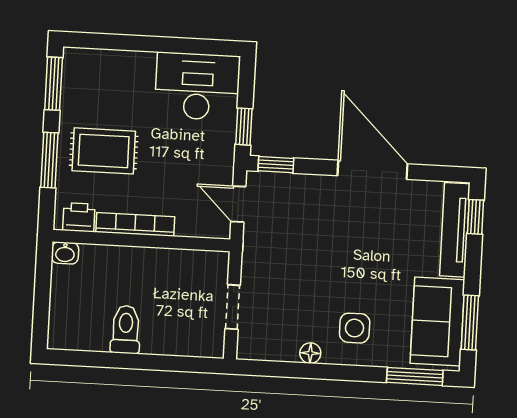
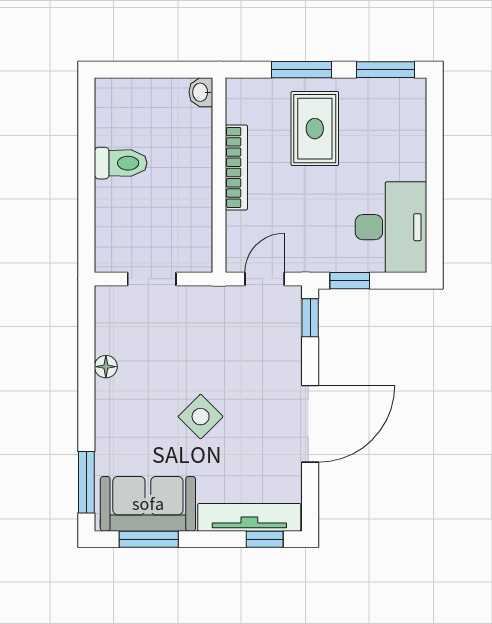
printer: (79, 217) -> (241, 105), removed
side table: (355, 328) -> (201, 417), moved, turned 45

